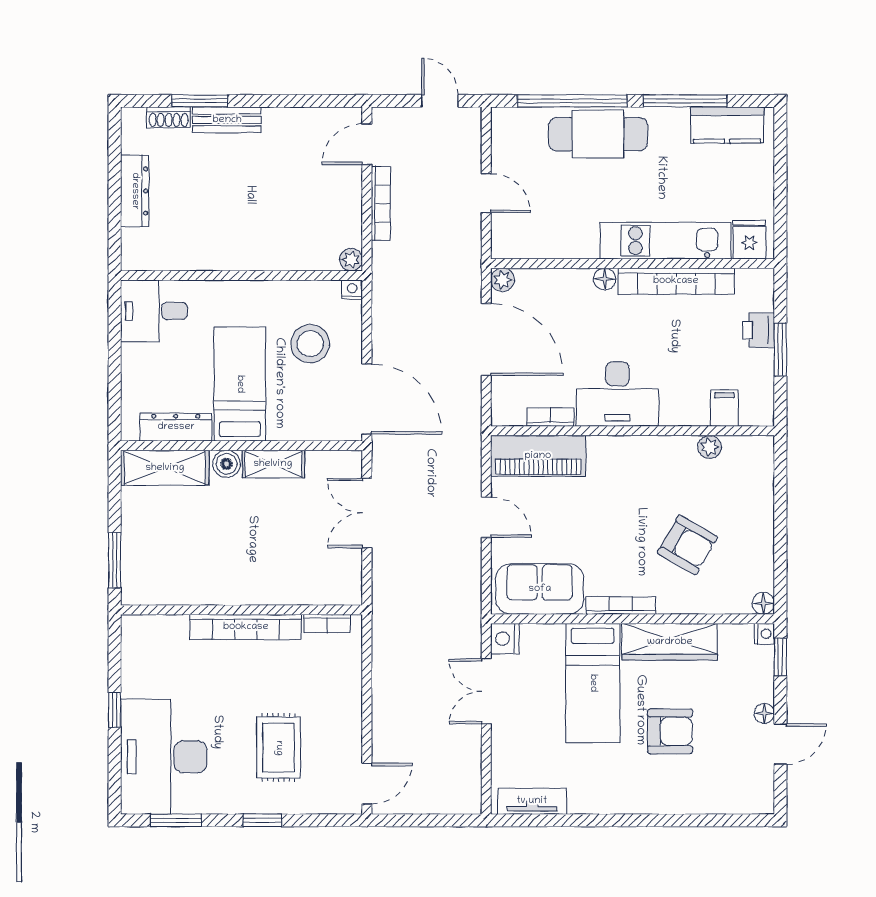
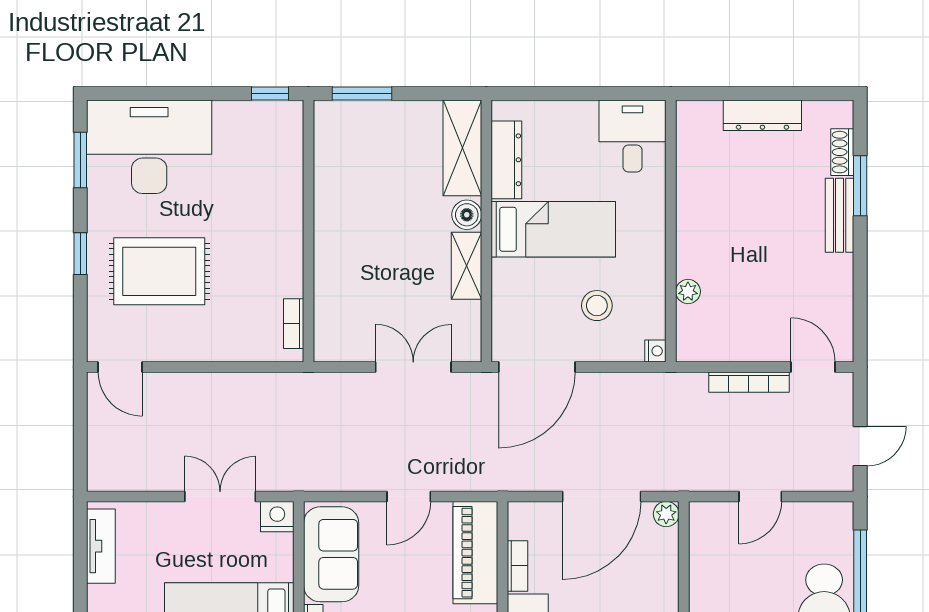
plant: (351, 260) -> (688, 291), moved
stool: (310, 344) -> (597, 306), width x0.73, depth x0.73
bookcase: (246, 627) -> (290, 236), removed
window: (115, 710) -> (270, 94), moved
rug: (279, 748) -> (159, 271), width x1.36, depth x1.43

